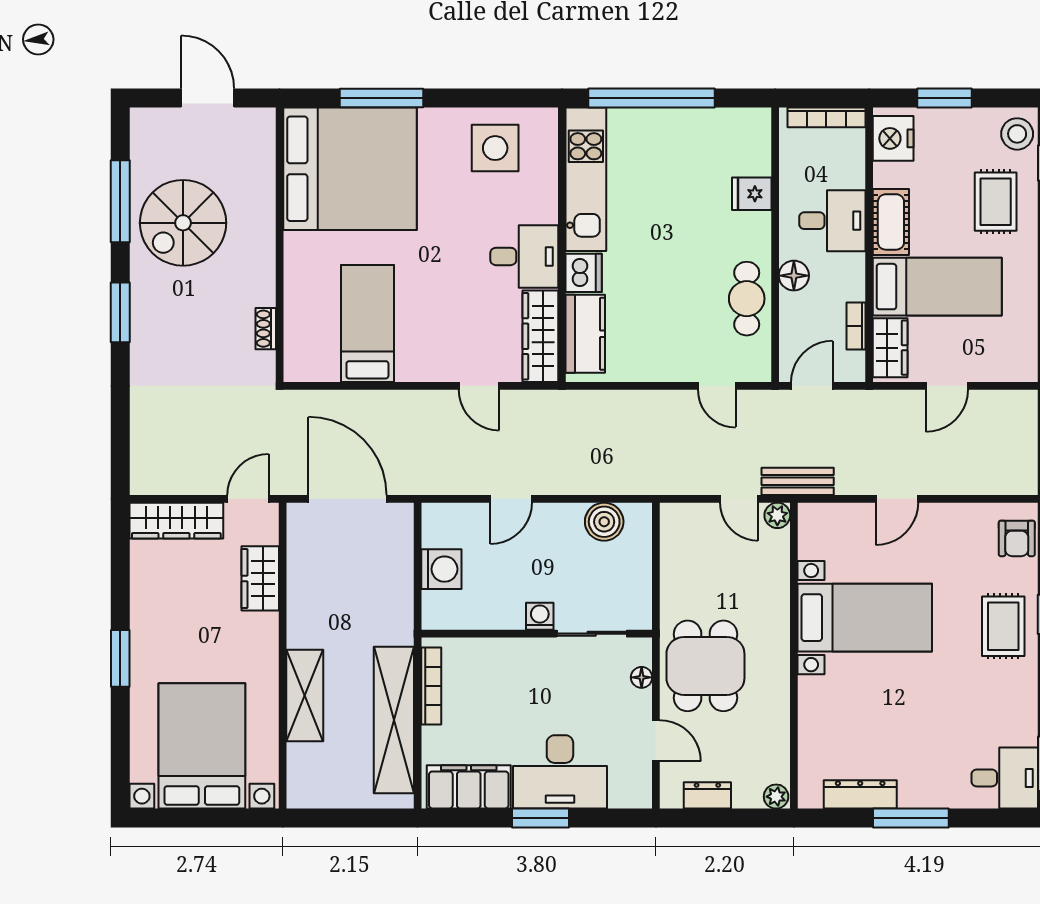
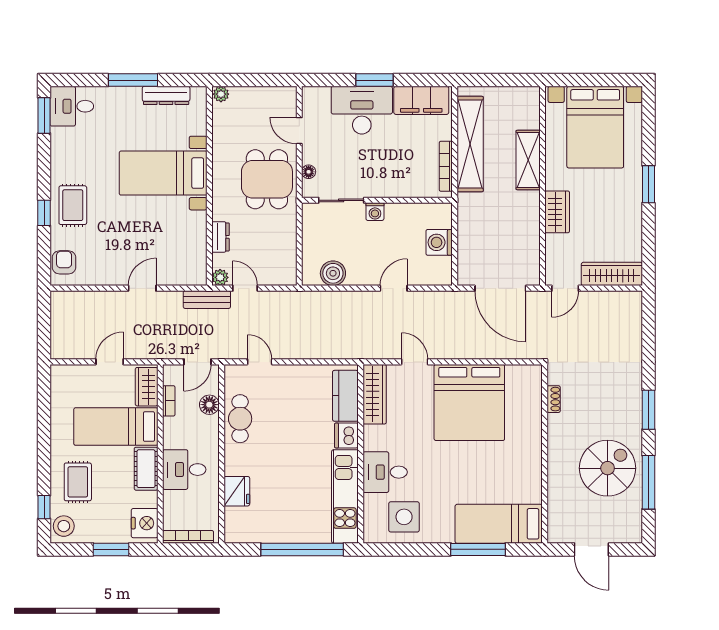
bed: (350, 169) -> (499, 524), width x0.49
fridge: (752, 194) -> (237, 491), width x1.38
desk: (524, 256) -> (385, 472), moved
floor lamp: (794, 276) -> (209, 405), moved
bed: (367, 324) -> (469, 402), width x2.04
wardrobe: (260, 578) -> (557, 212), moved
bed with nightstands: (865, 618) -> (163, 173), moved
dresser: (707, 795) -> (220, 237), moved, turned -90

